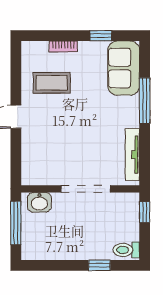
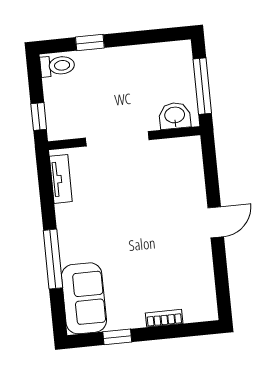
coffee table: (52, 83) -> (174, 270), removed
tv unit: (132, 155) -> (61, 179), width x0.71

